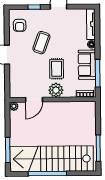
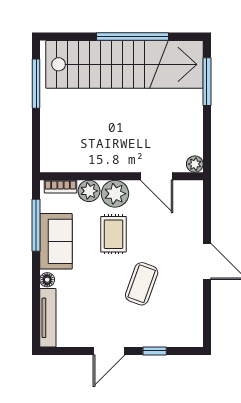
armchair: (20, 25) -> (183, 317), removed
plant: (70, 92) -> (89, 191), added
door: (34, 100) -> (157, 176), swing flipped

